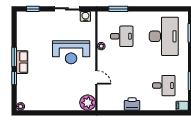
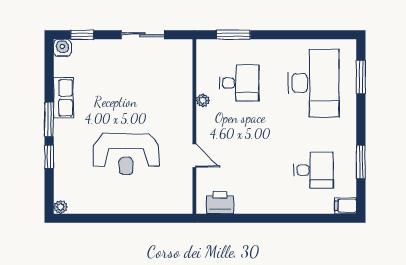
water cooler: (85, 16) -> (62, 48), moved
reception desk: (71, 52) -> (126, 154), moved
row of seats: (22, 62) -> (63, 98), moved
plant: (88, 103) -> (179, 200), removed
printer: (132, 104) -> (220, 203), moved

